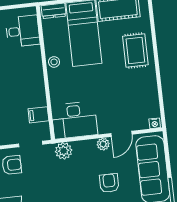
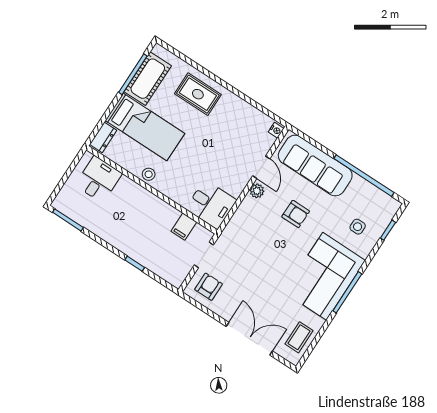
desk: (74, 120) -> (211, 204), width x0.73
plant: (64, 151) -> (234, 231), removed
armchair: (109, 183) -> (296, 214), turned 180

